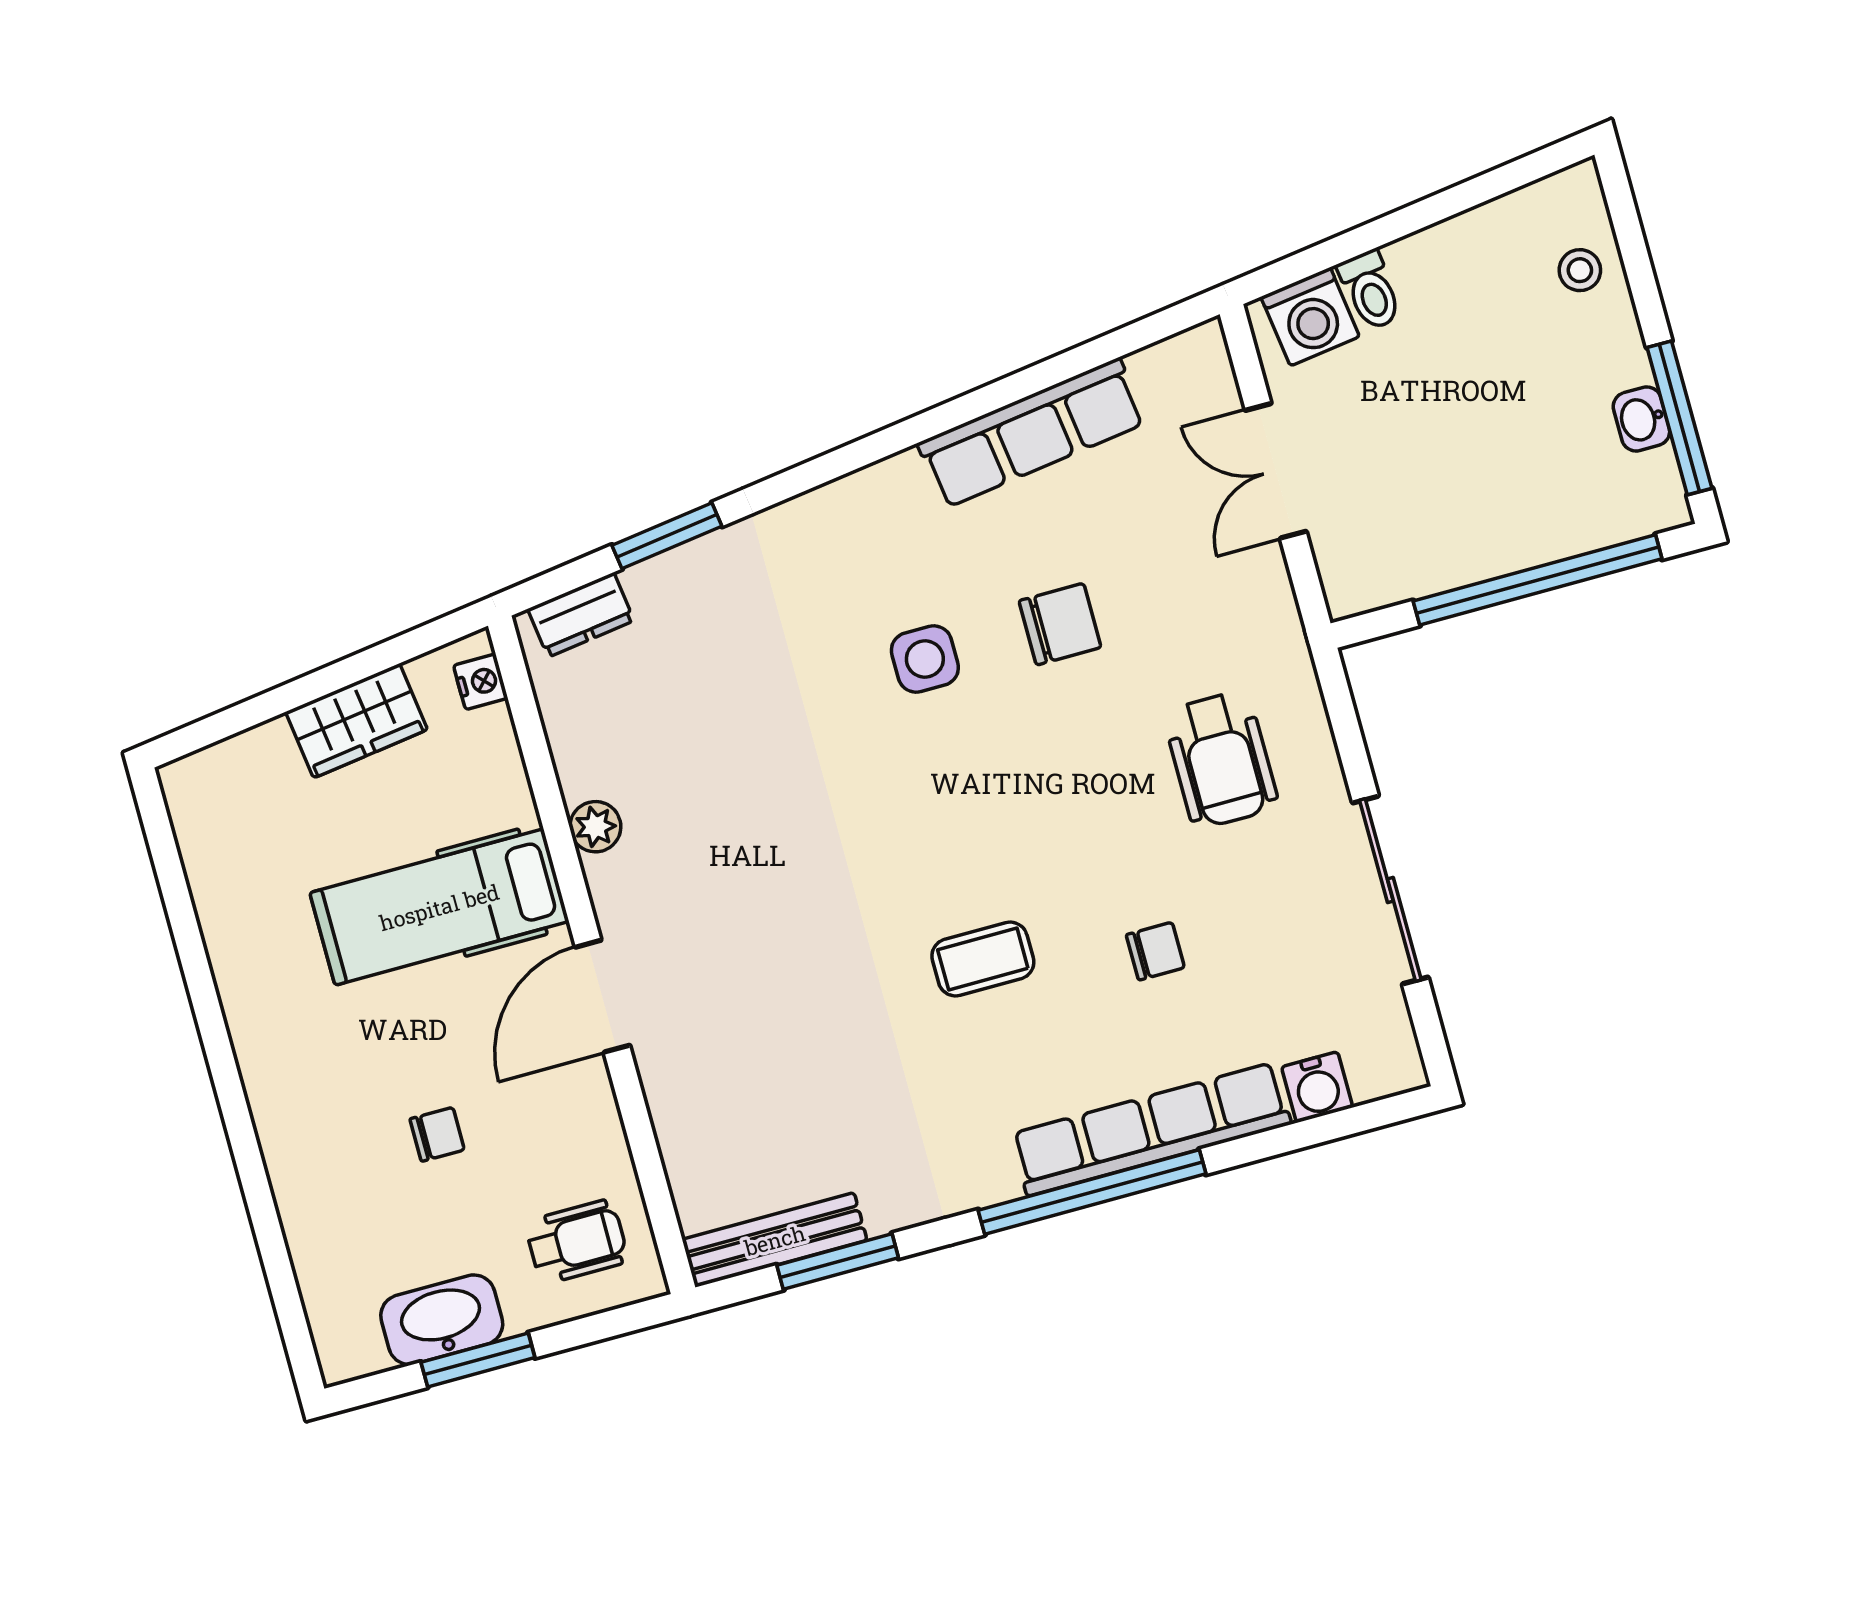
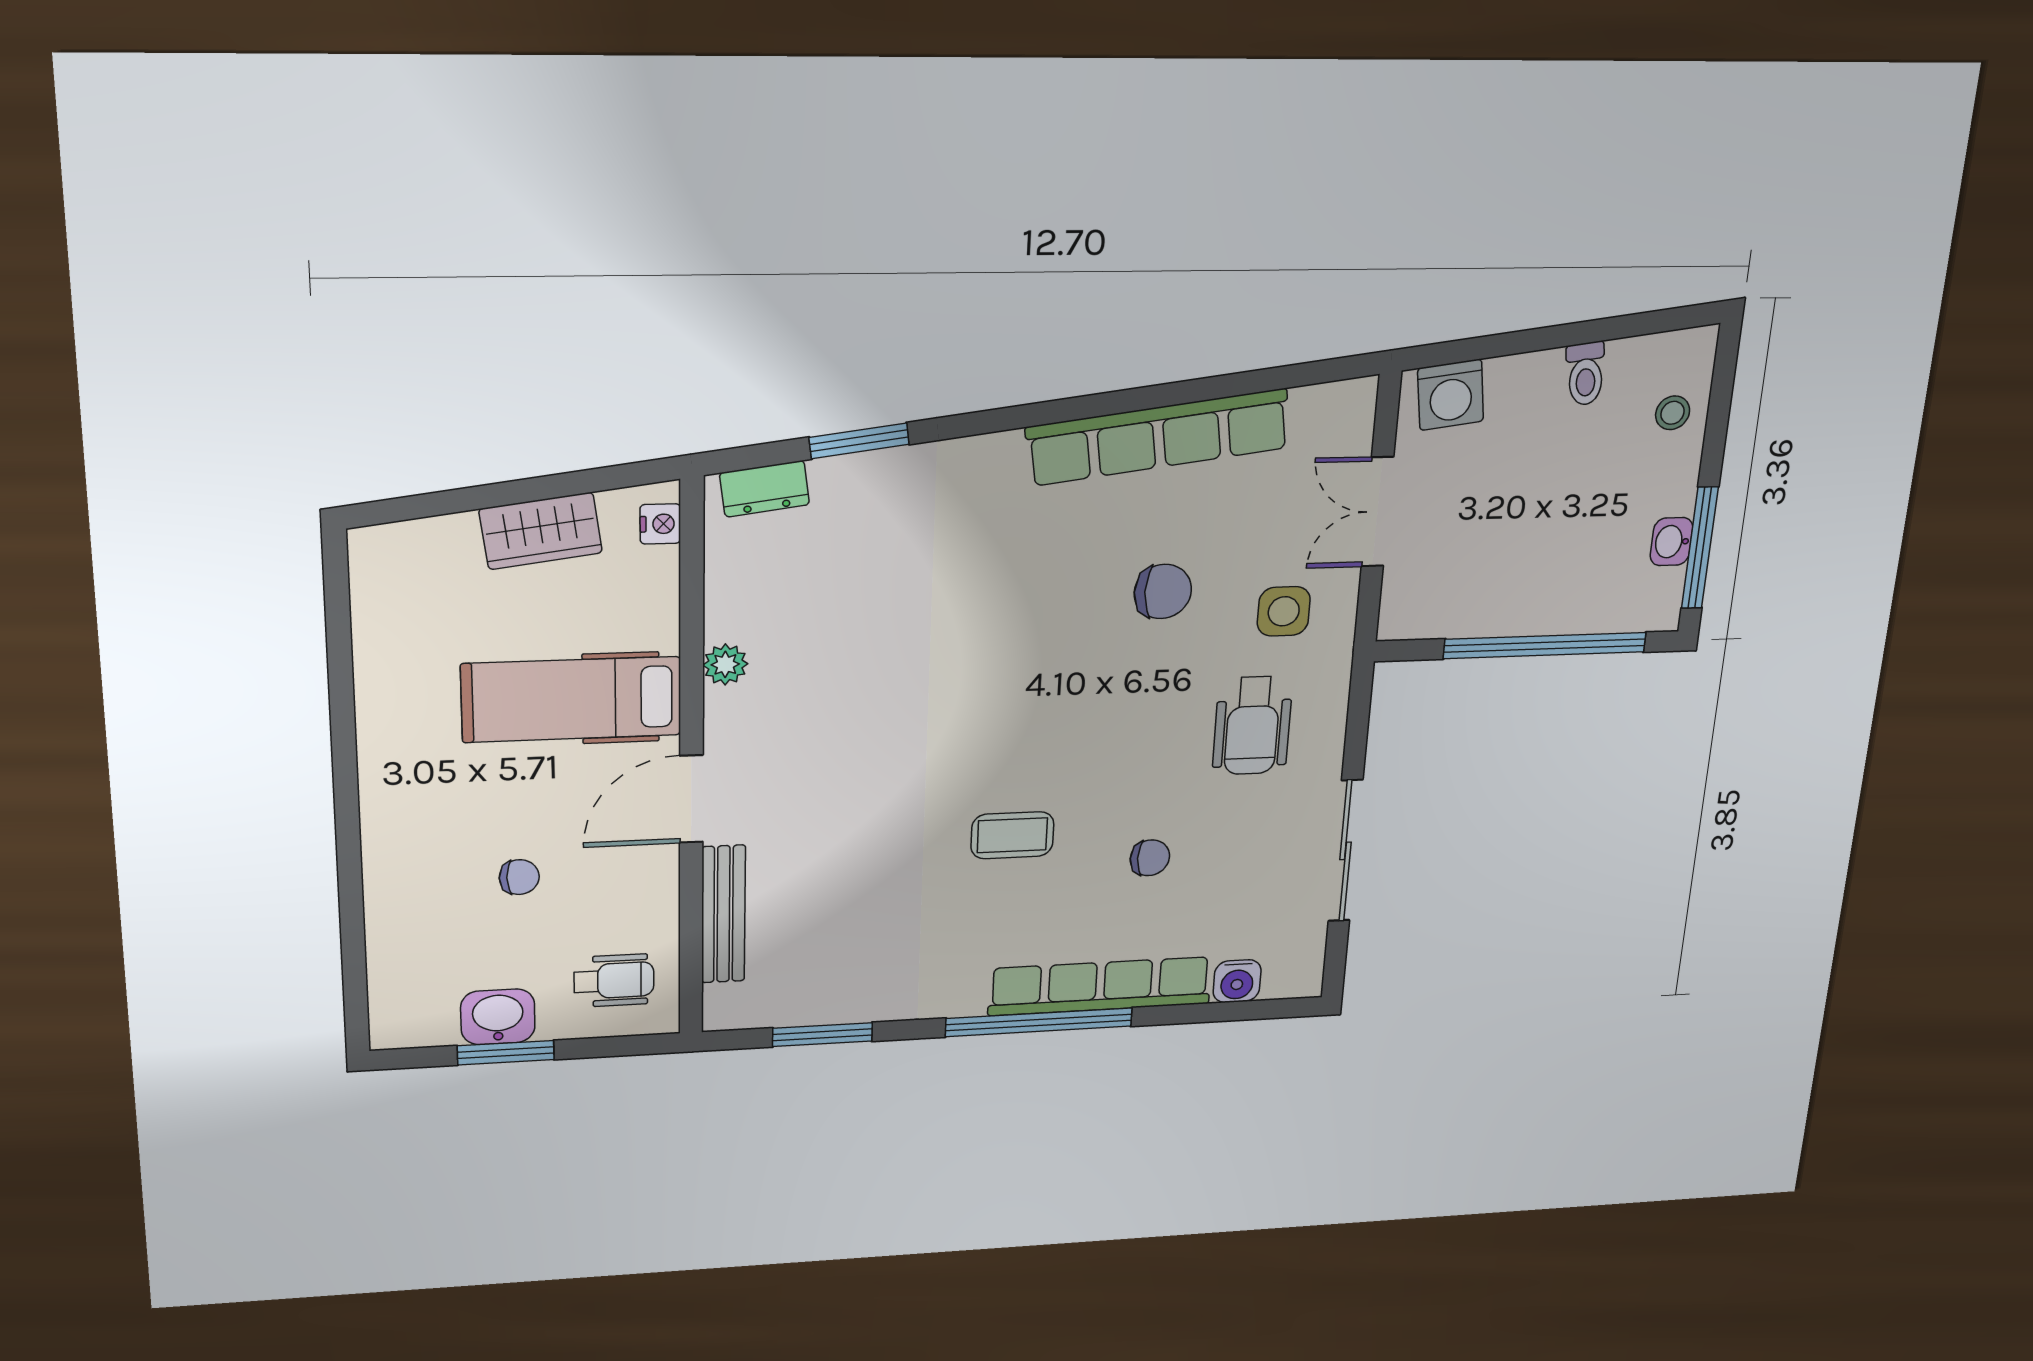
toilet: (1370, 290) -> (1585, 374), moved
row of seats: (1032, 433) -> (1159, 437), width x1.36
side table: (925, 659) -> (1284, 611), moved
bench: (775, 1240) -> (723, 914), moved, turned 90
washbasin: (442, 1320) -> (498, 1017), width x0.72

